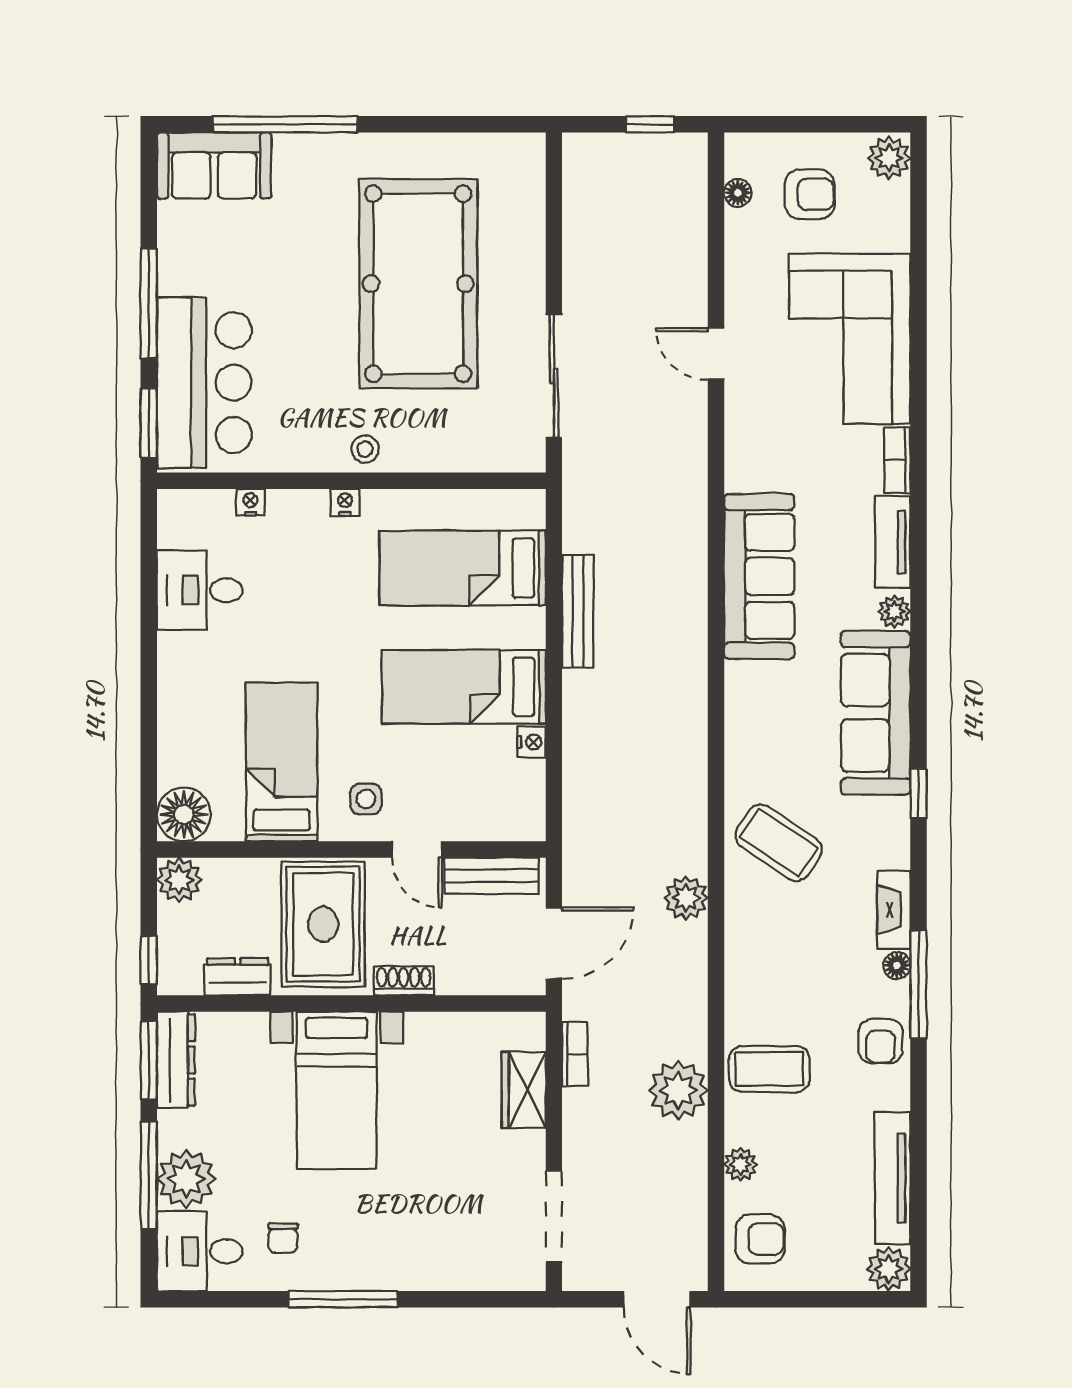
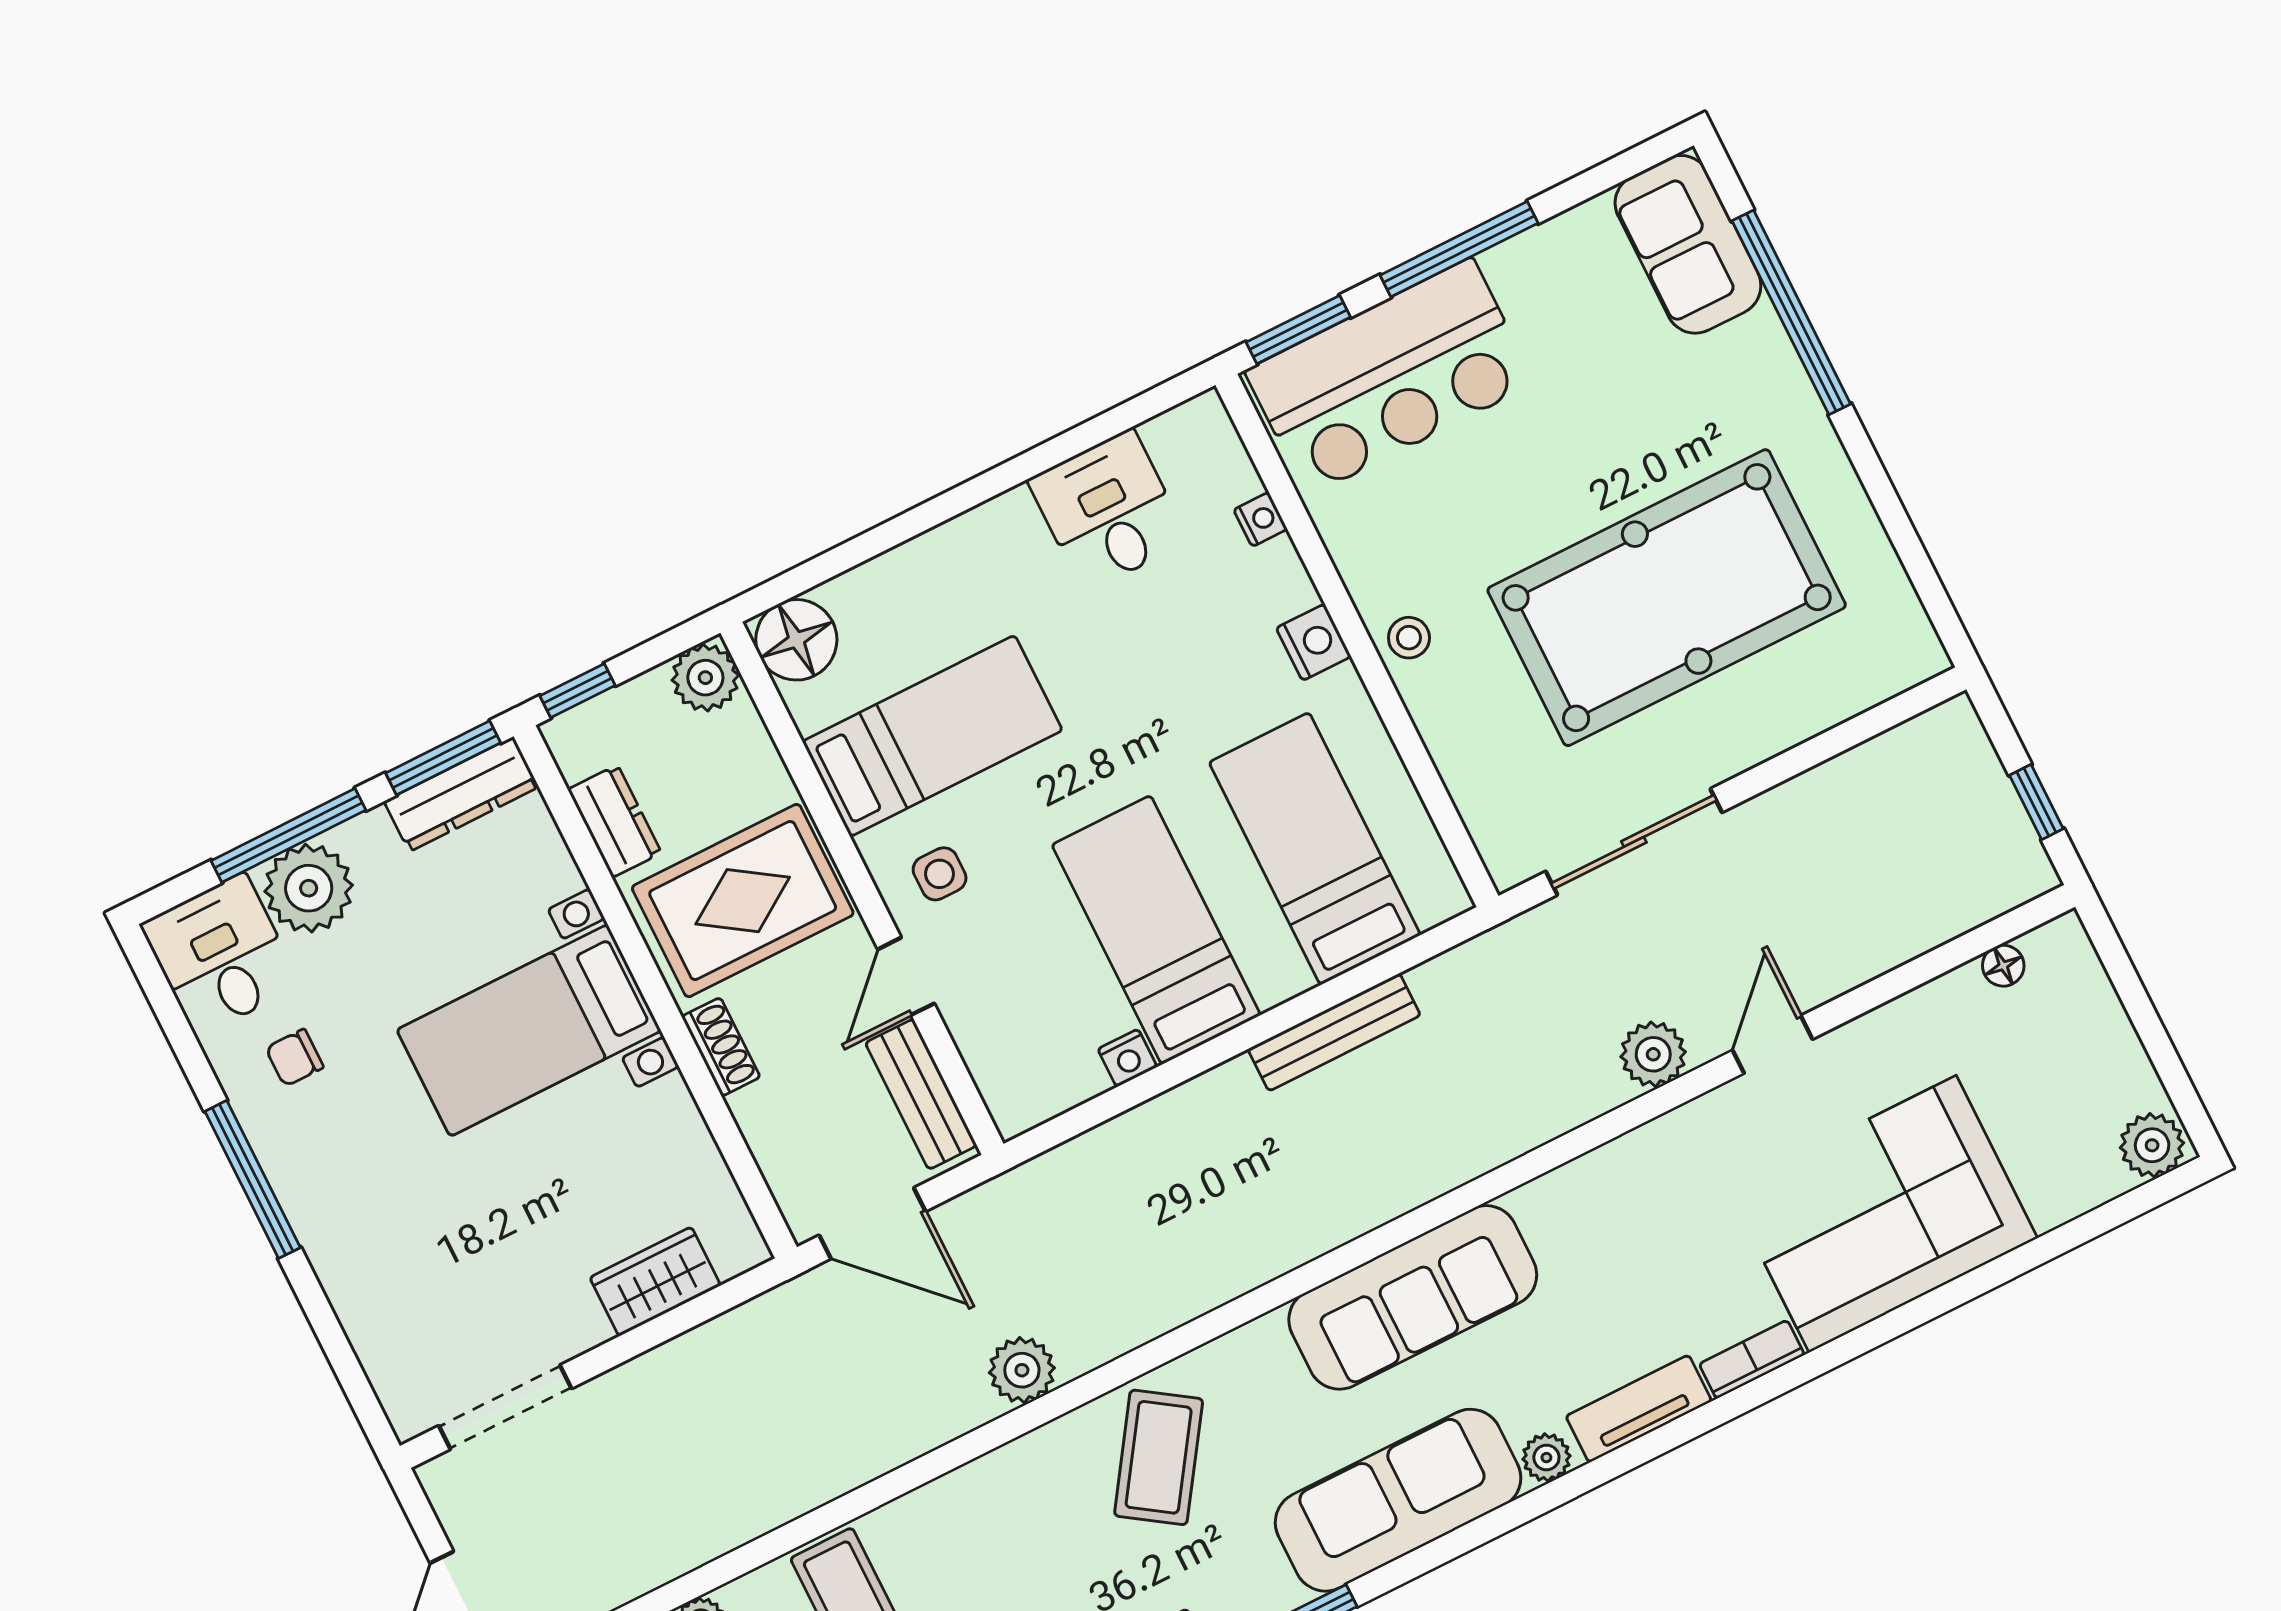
armchair: (810, 194) -> (2050, 1063), removed
nightstand: (345, 502) -> (1314, 642), width x1.39, depth x1.35
sofa: (759, 576) -> (1413, 1297), moved
bookcase: (575, 1054) -> (737, 1326), removed
plant: (678, 1090) -> (1653, 1054), moved, width x0.73, depth x0.73

